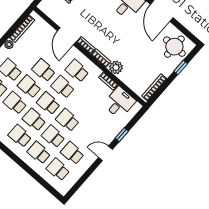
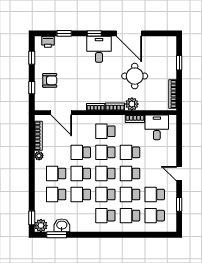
door: (67, 36) -> (61, 113), moved
round table: (174, 47) -> (135, 76), moved
school desk: (82, 104) -> (130, 152), added
window: (122, 135) -> (179, 204), moved
door: (105, 153) -> (179, 174), hinge flipped

